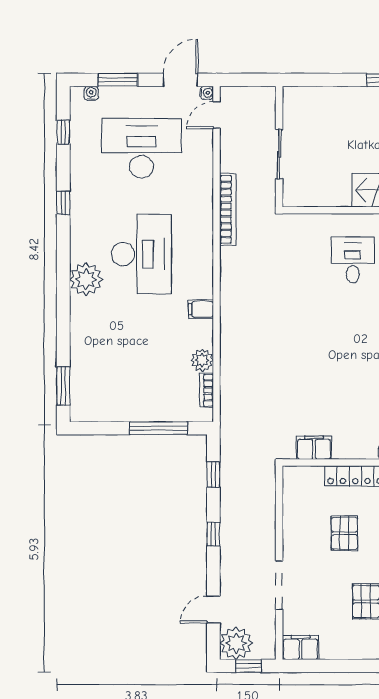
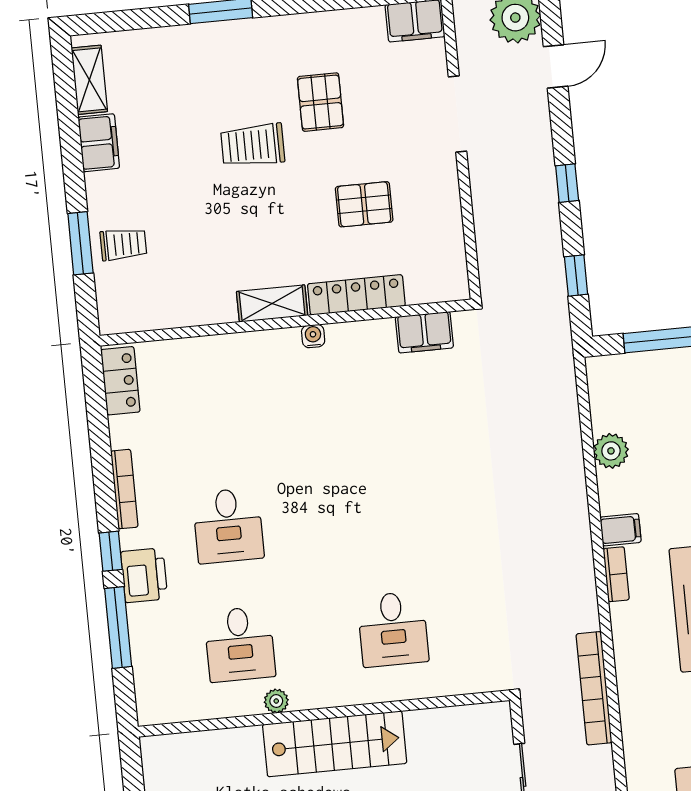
bookcase: (207, 390) -> (616, 574), moved
pallet: (345, 533) -> (364, 204), turned 90

